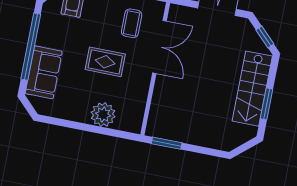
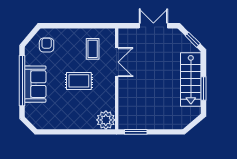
double door: (160, 47) -> (117, 62), width x0.73
sofa: (44, 72) -> (35, 84), moved
plant: (103, 115) -> (106, 120), moved

